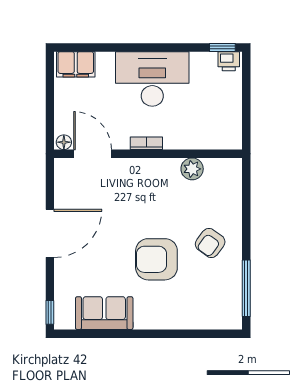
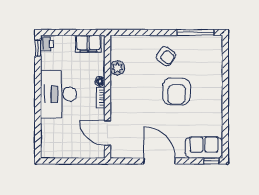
filing cabinet: (76, 64) -> (88, 44), moved, turned 90
floor lamp: (64, 142) -> (100, 81), moved
door: (93, 154) -> (107, 133), hinge flipped
sofa: (104, 313) -> (204, 148), moved, turned 90

